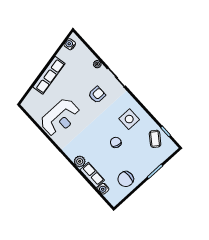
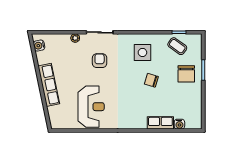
plant: (80, 161) -> (140, 123), removed
chair: (126, 179) -> (186, 74), moved

